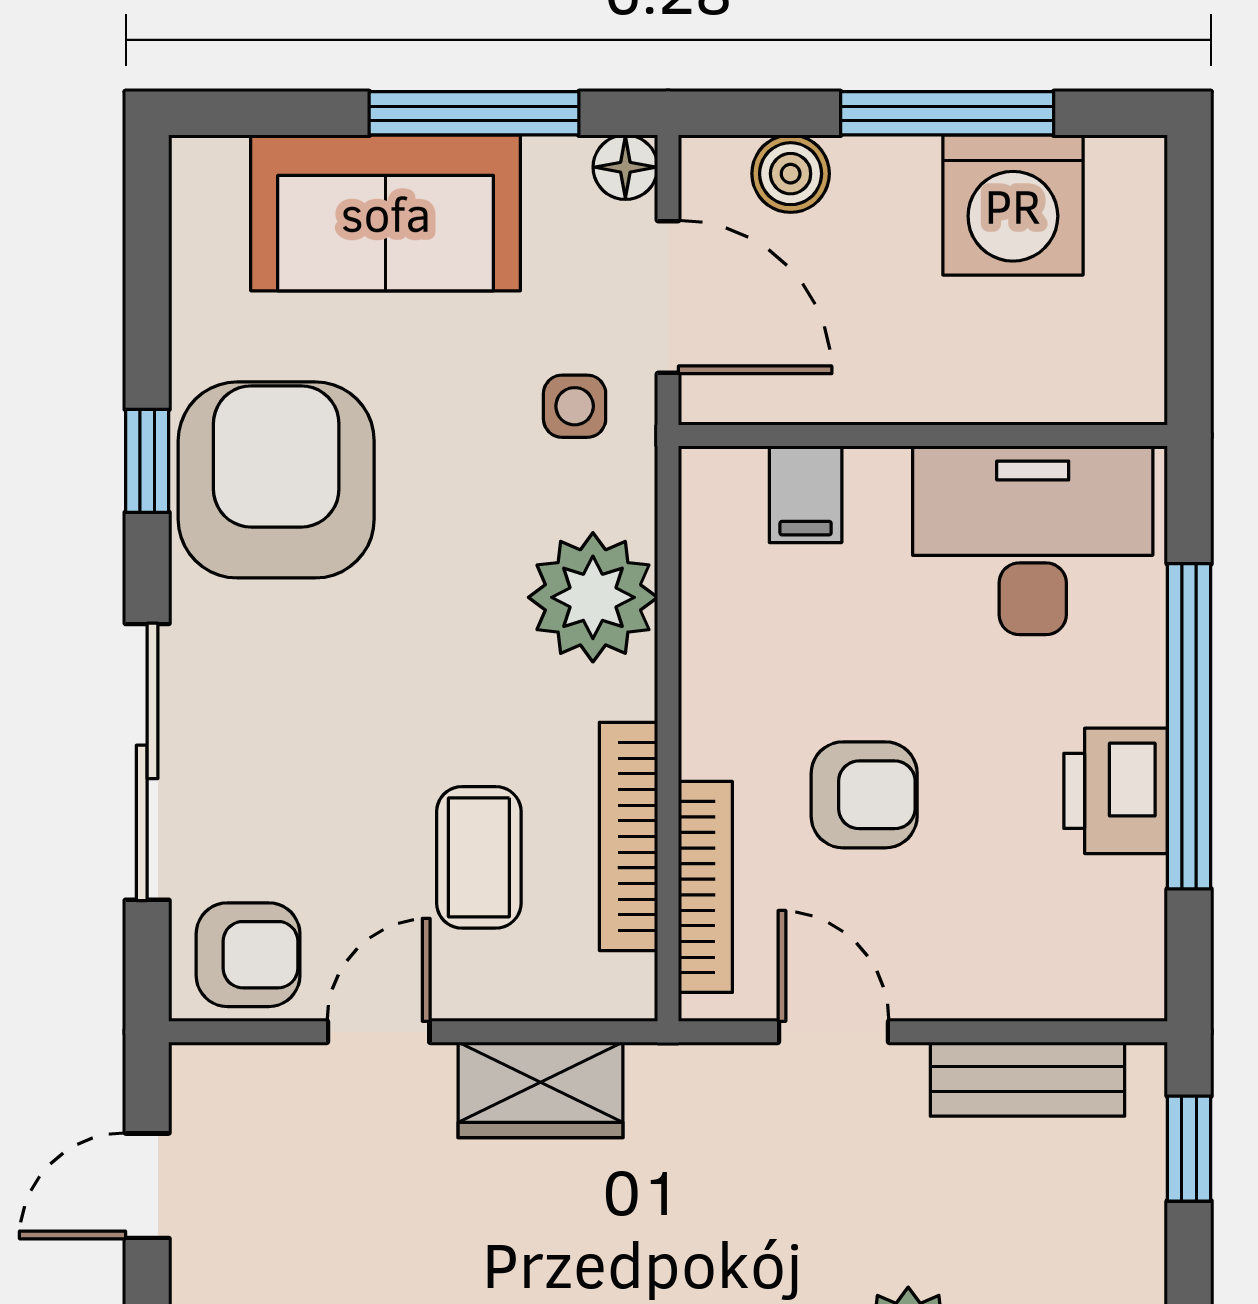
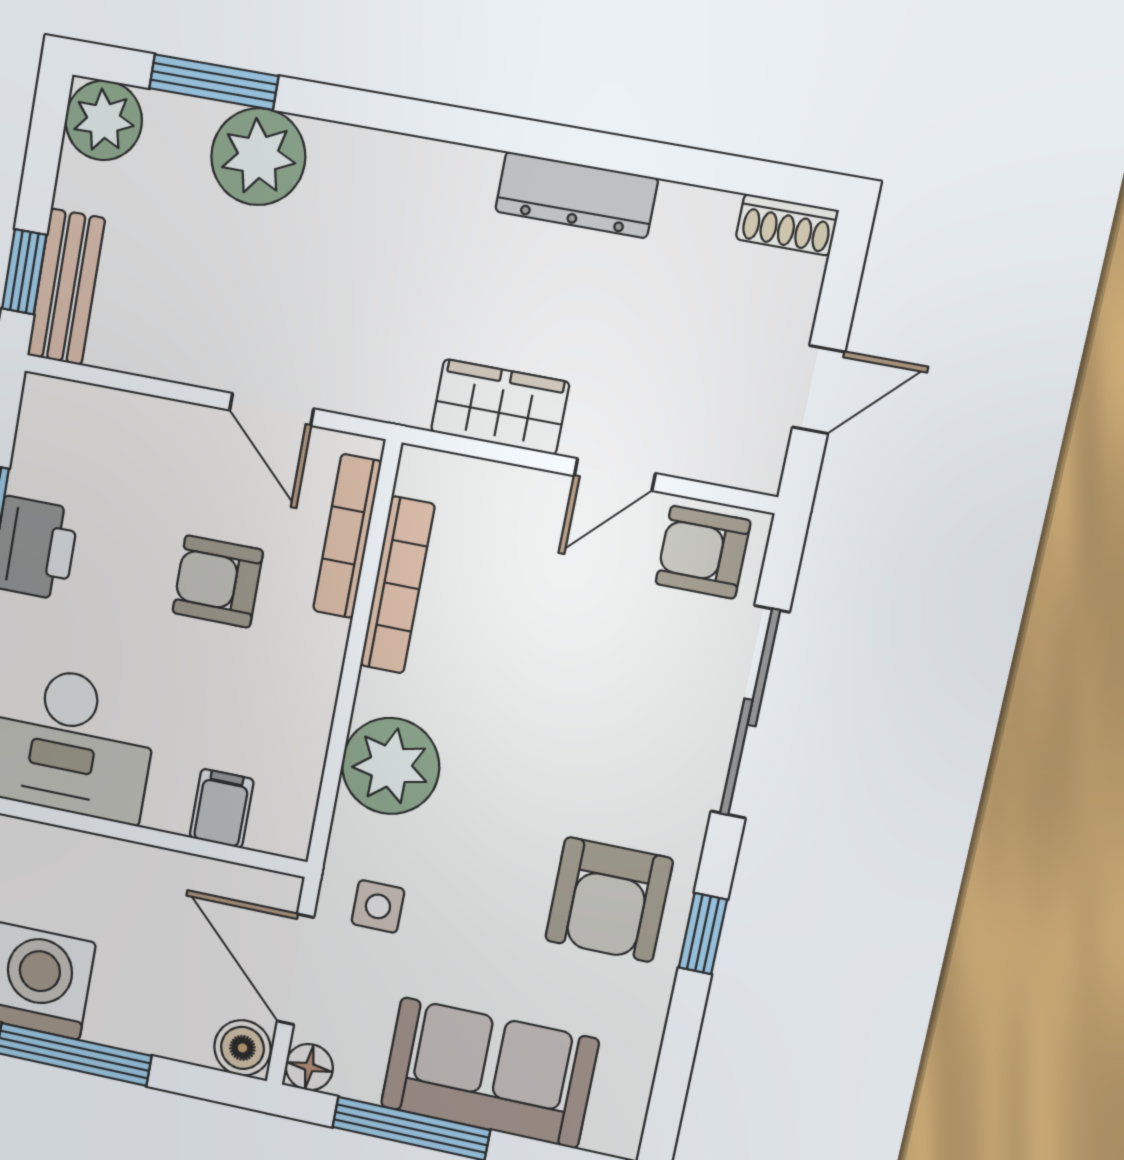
boiler: (791, 174) -> (242, 1048), moved
armchair: (276, 480) -> (609, 900), width x0.73, depth x0.73
coffee table: (479, 857) -> (513, 591), removed
bench: (1028, 1079) -> (66, 287), moved, turned 90

